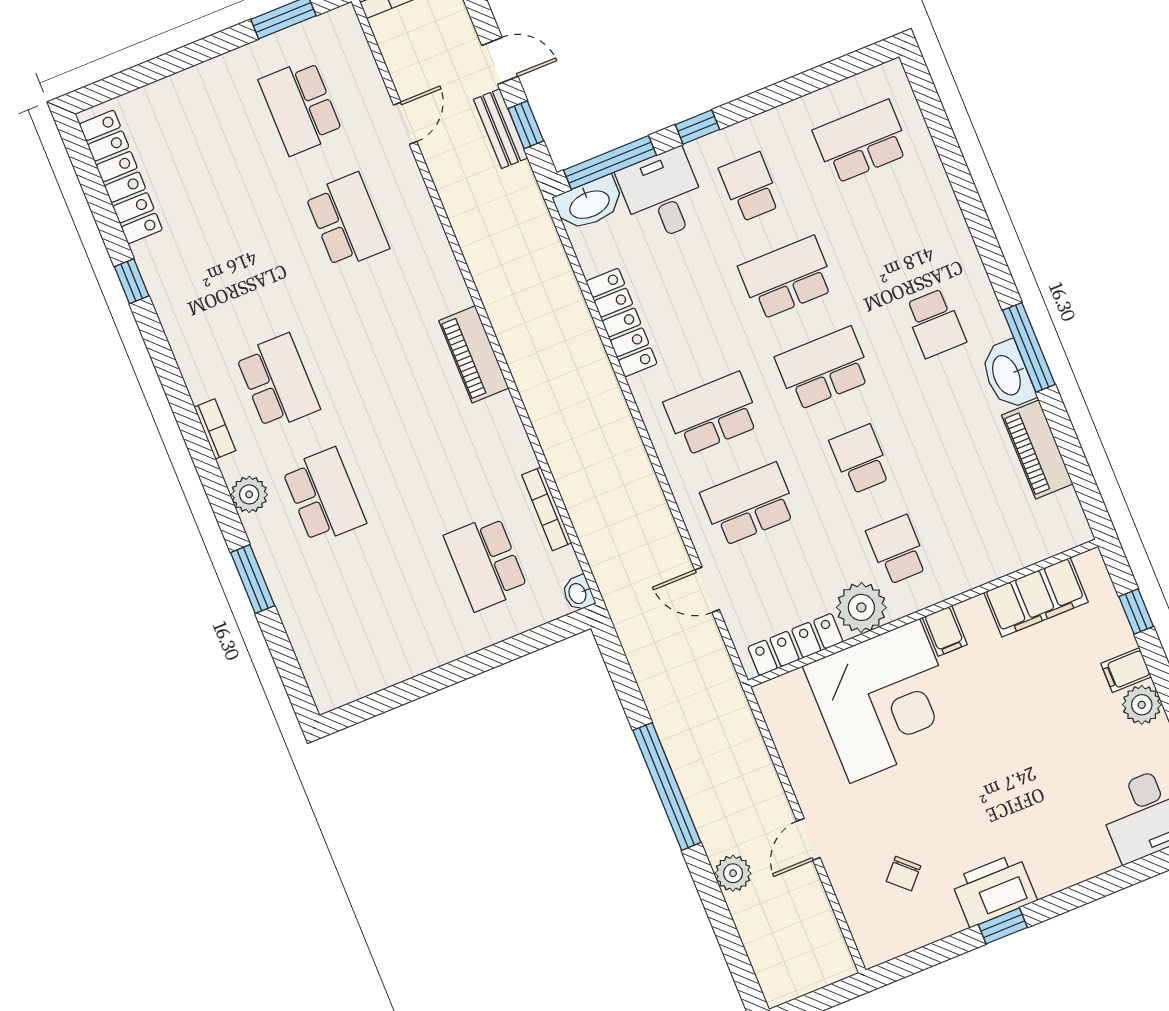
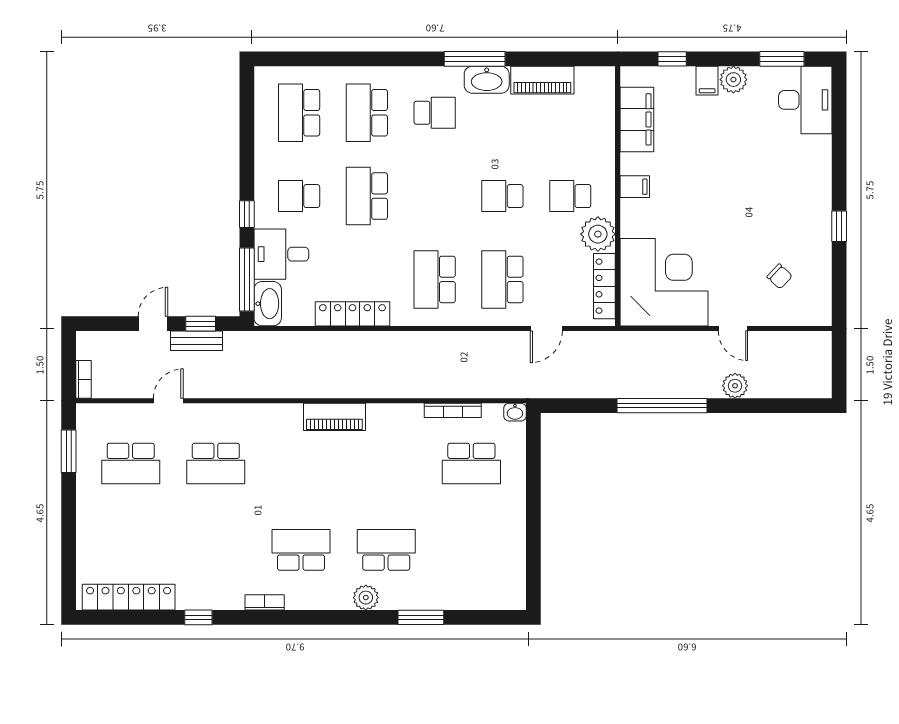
door: (405, 123) -> (168, 401), hinge flipped
school desk: (347, 221) -> (216, 463), turned 180
school desk: (824, 368) -> (367, 113), moved
bookcase: (215, 429) -> (265, 602), moved
corner desk: (885, 701) -> (664, 282), moved
printer: (994, 890) -> (814, 223), removed

